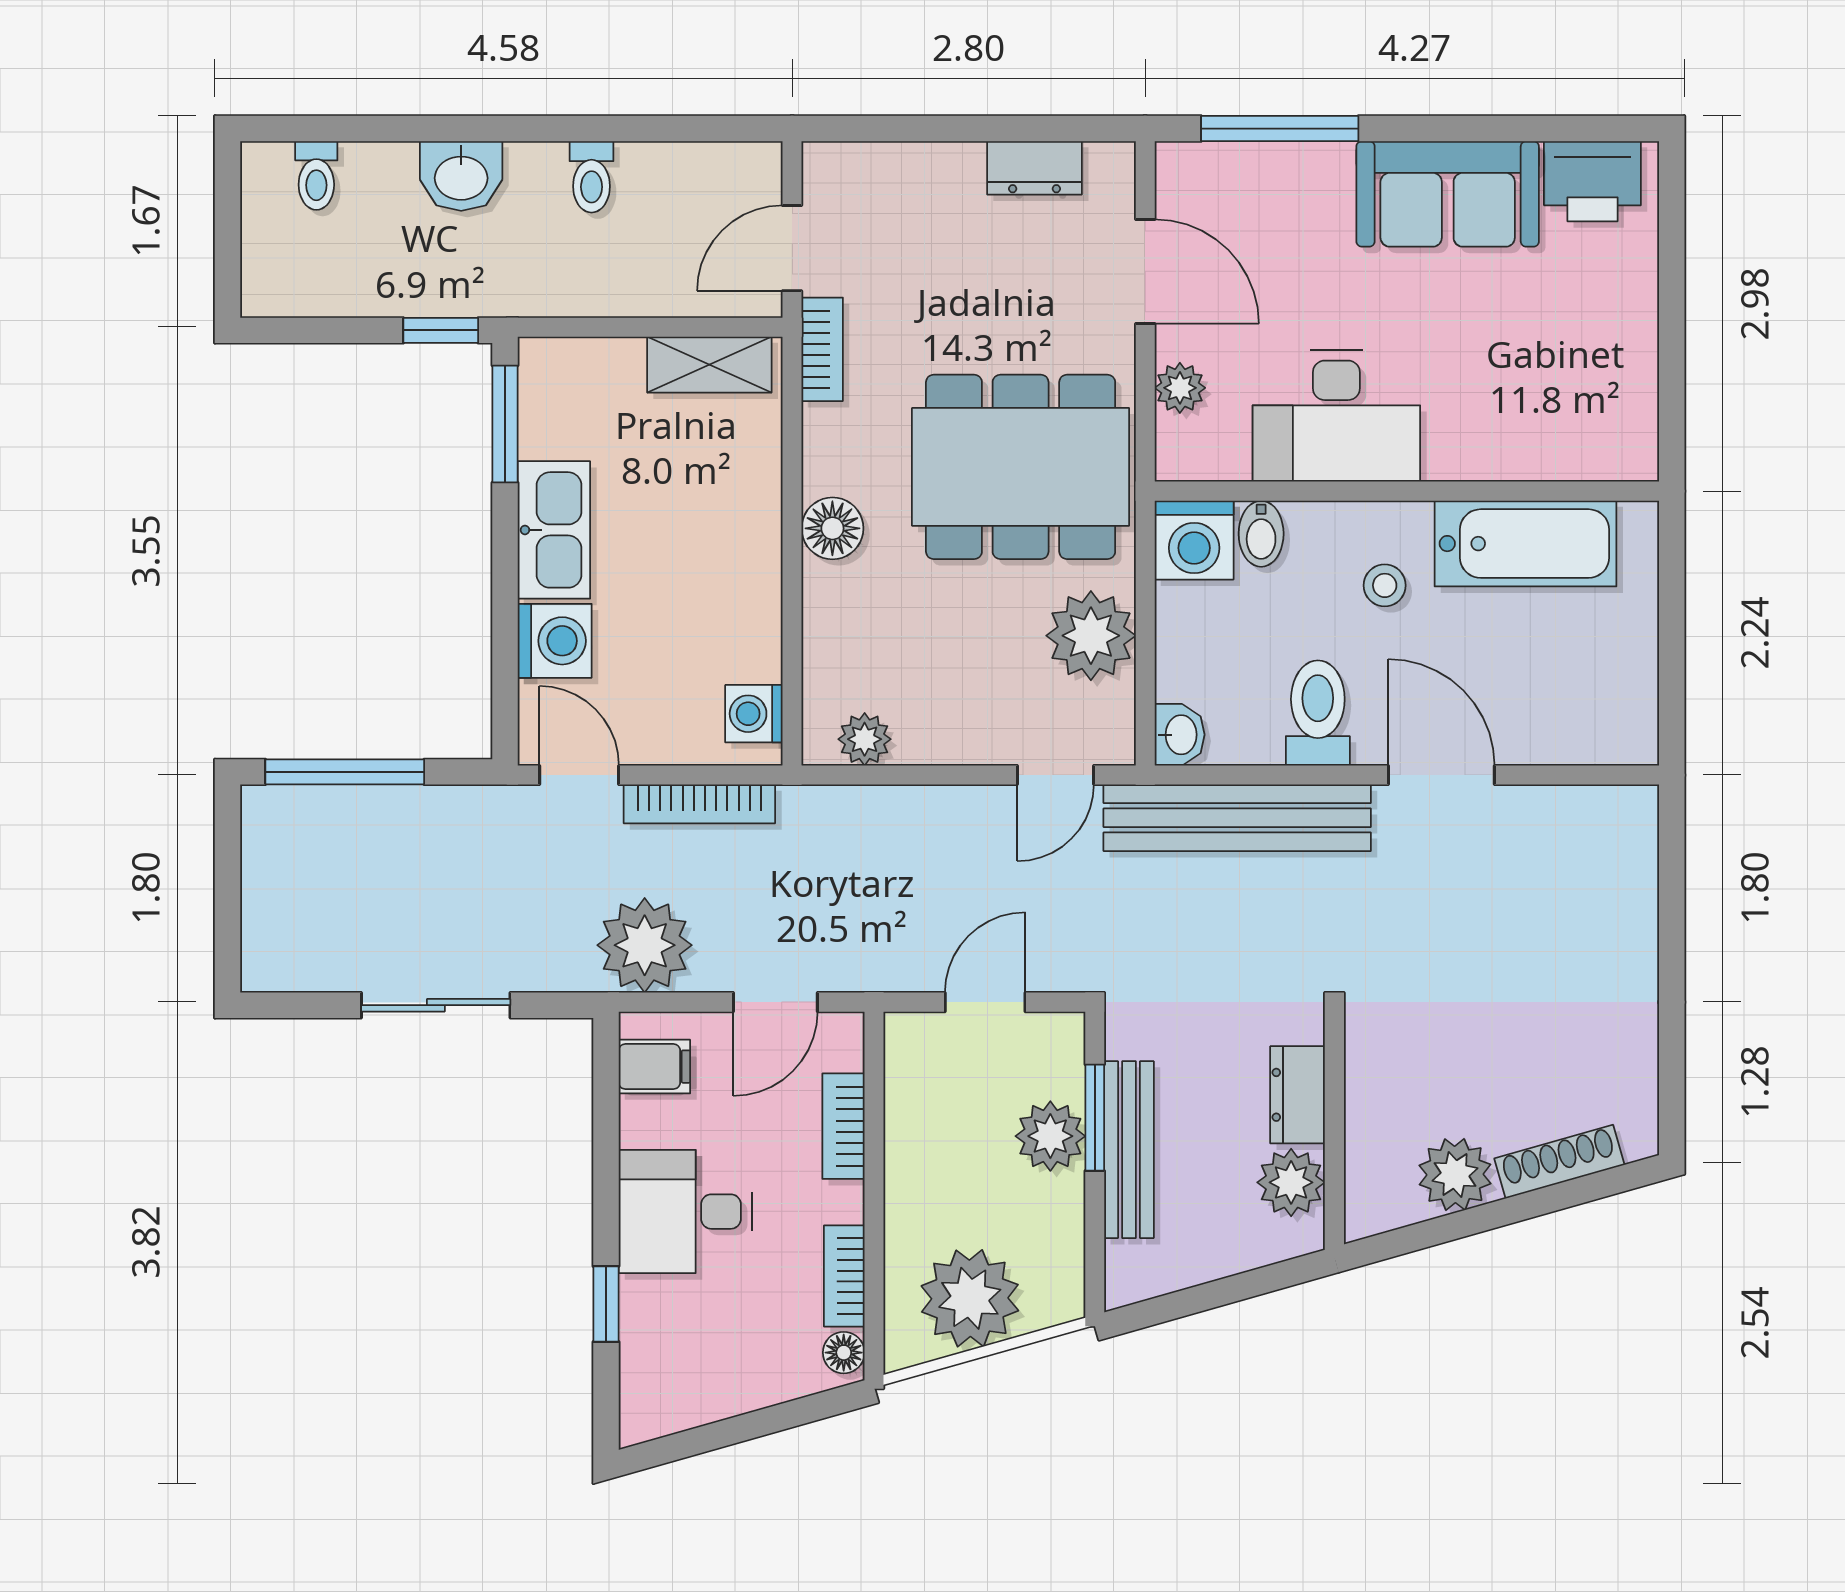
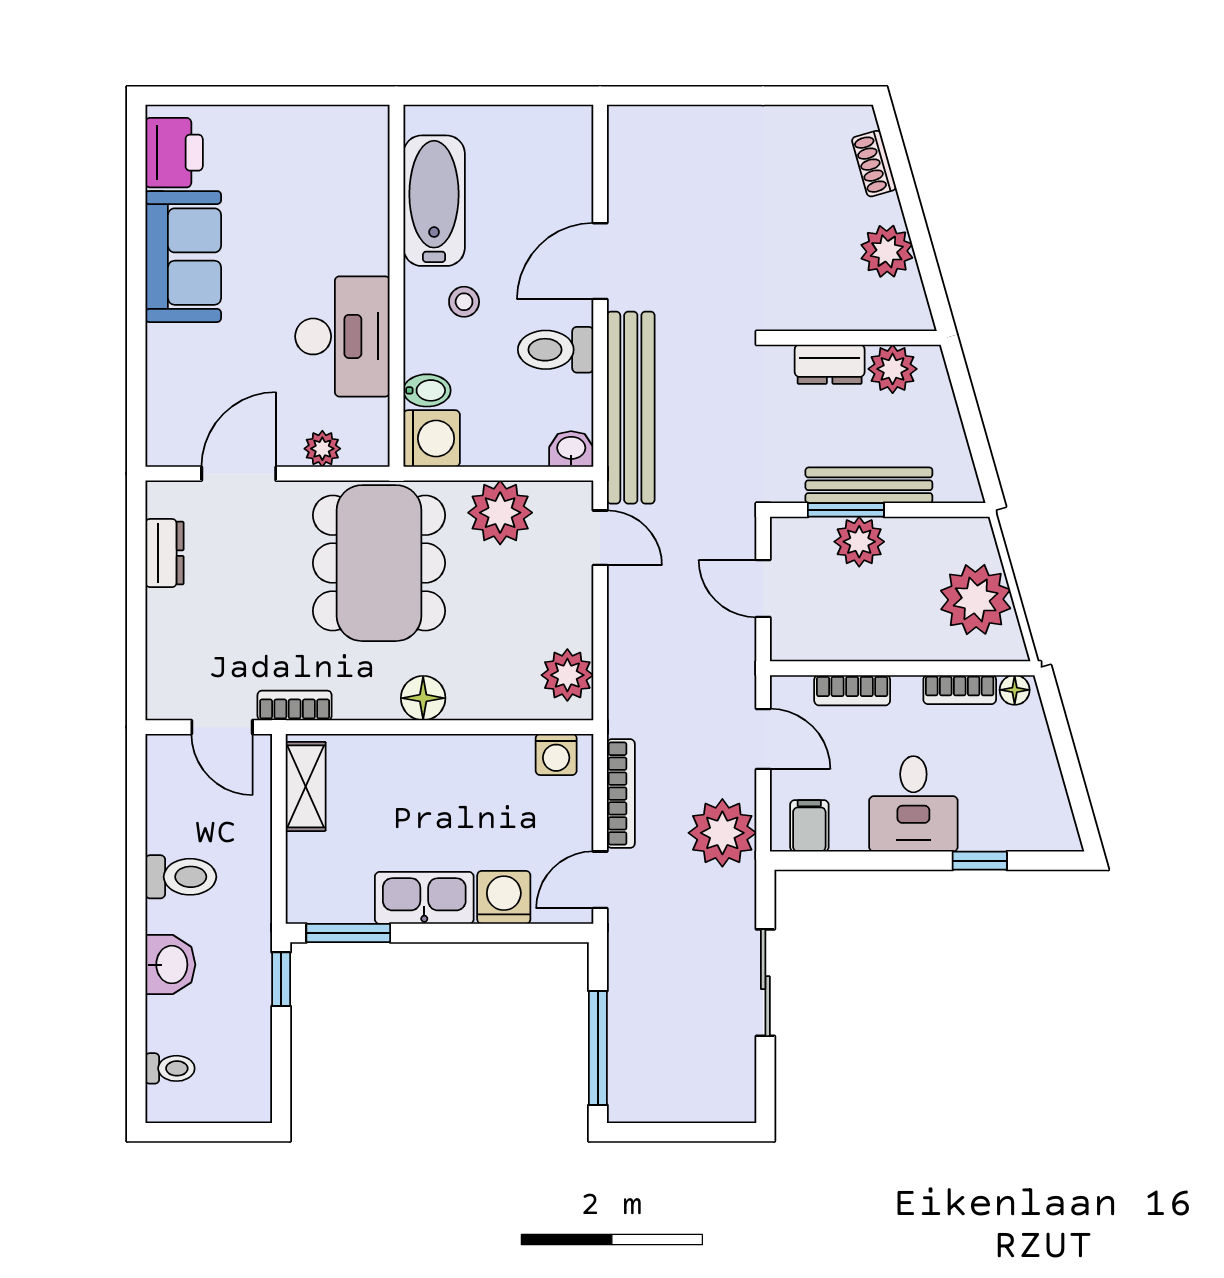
window: (1280, 129) -> (136, 377), removed
toilet: (592, 177) -> (181, 877), width x1.37, depth x1.39
plant: (865, 739) -> (567, 675), width x1.38, depth x1.38
shoe rack: (1559, 1162) -> (874, 164), width x0.70

